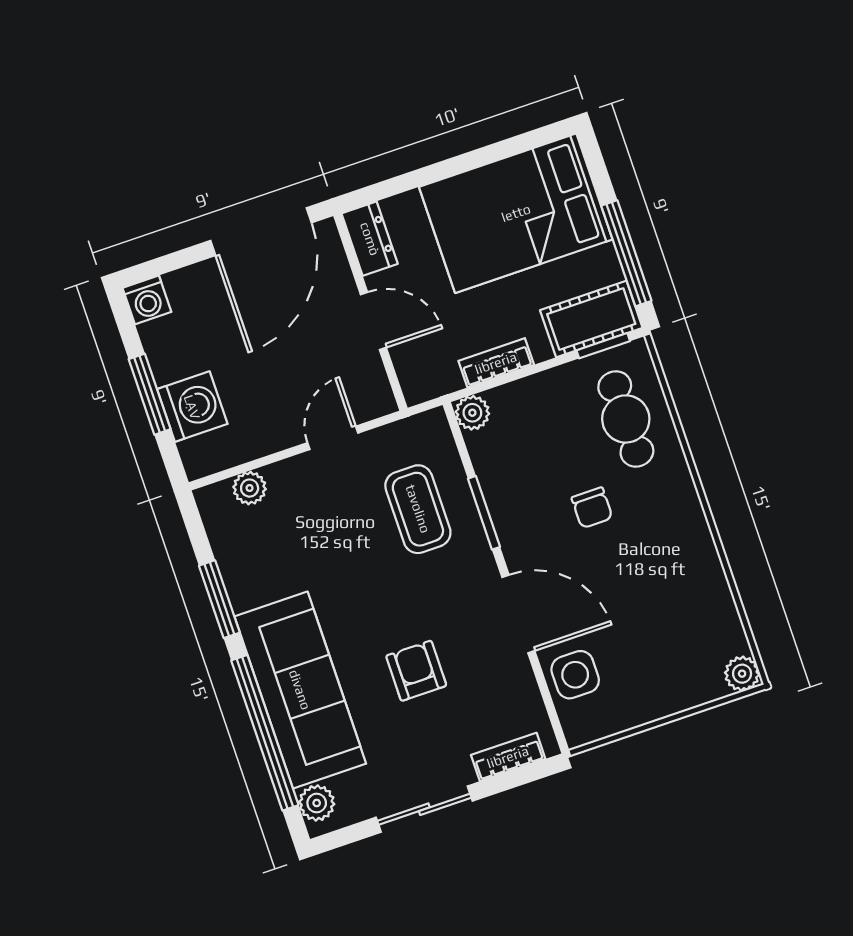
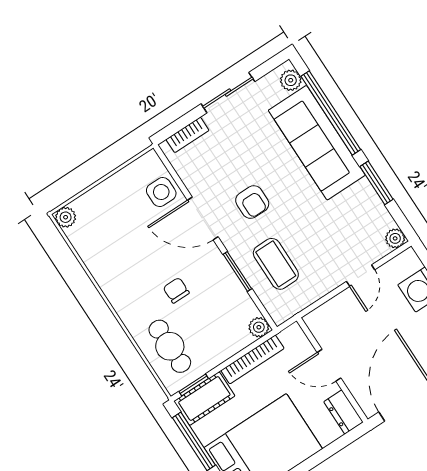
bookcase: (496, 363) -> (252, 359), width x1.56
door: (333, 438) -> (361, 276), moved
plant: (250, 488) -> (395, 238), moved
armchair: (416, 671) -> (252, 202), moved

